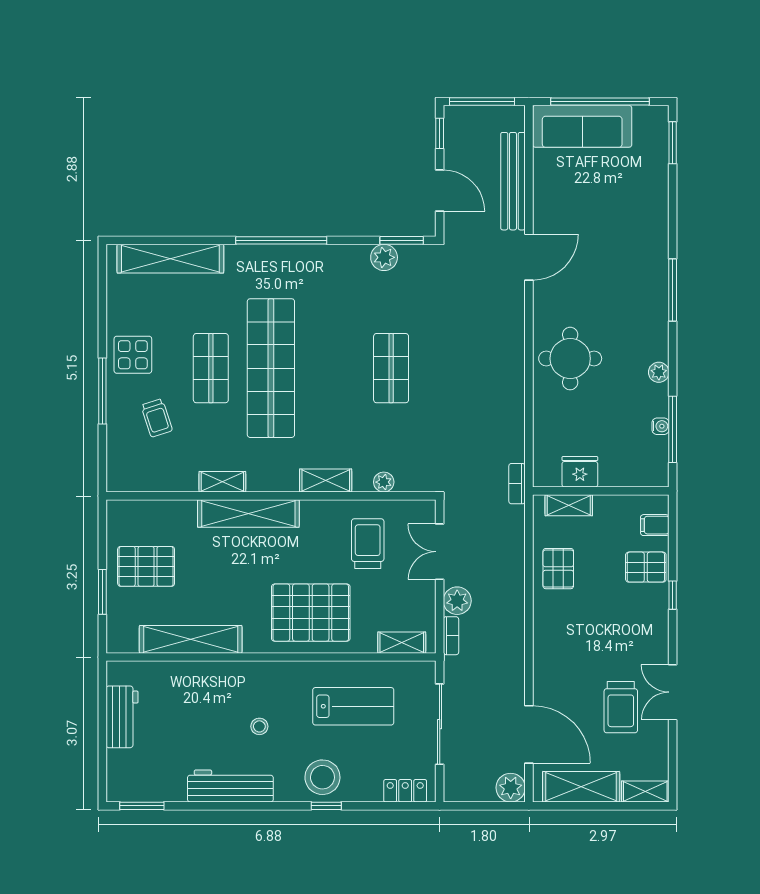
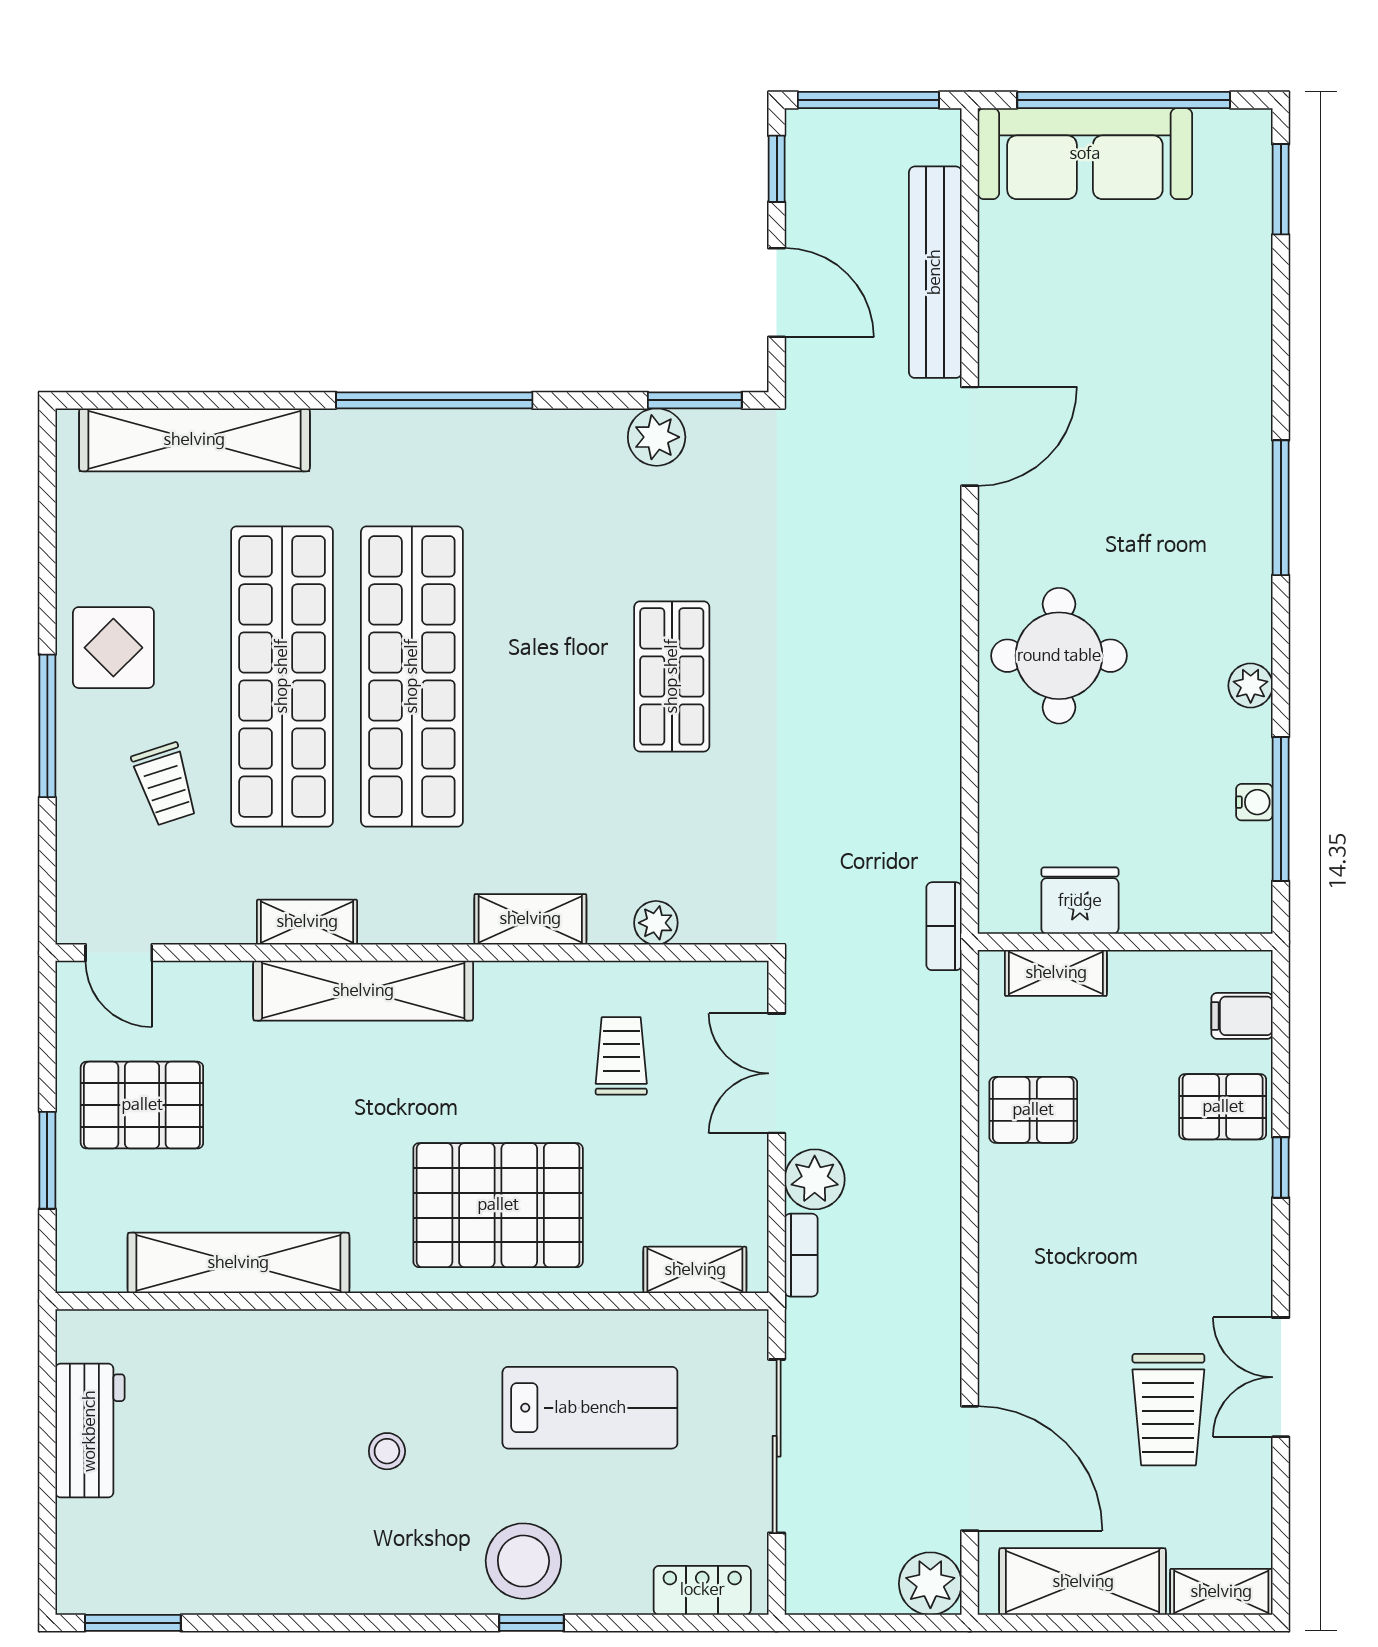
shop shelf: (211, 368) -> (282, 676), width x2.00, depth x1.36
door: (135, 496) -> (119, 953), added
trolley: (368, 544) -> (621, 1056), width x0.73, depth x0.72
pallet: (558, 569) -> (1033, 1110), turned 90
workbench: (230, 786) -> (324, 1580), removed

